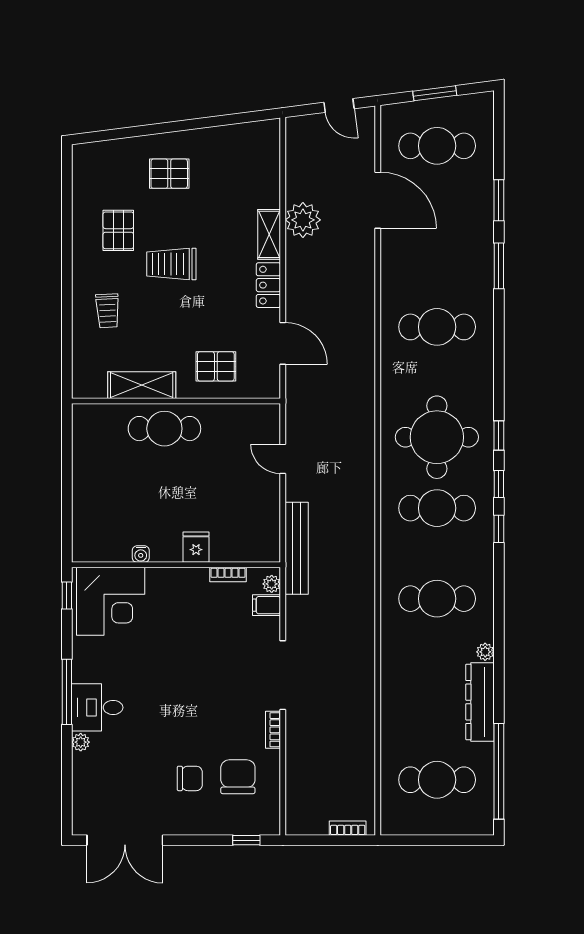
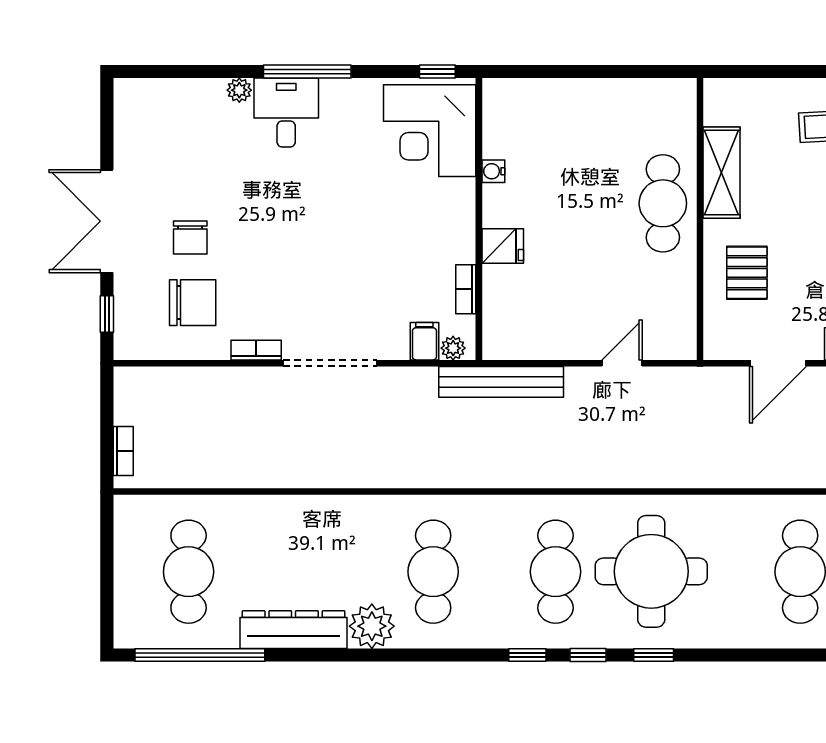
plant: (485, 652) -> (372, 626), width x1.88, depth x1.88
double door: (125, 840) -> (107, 221), moved

